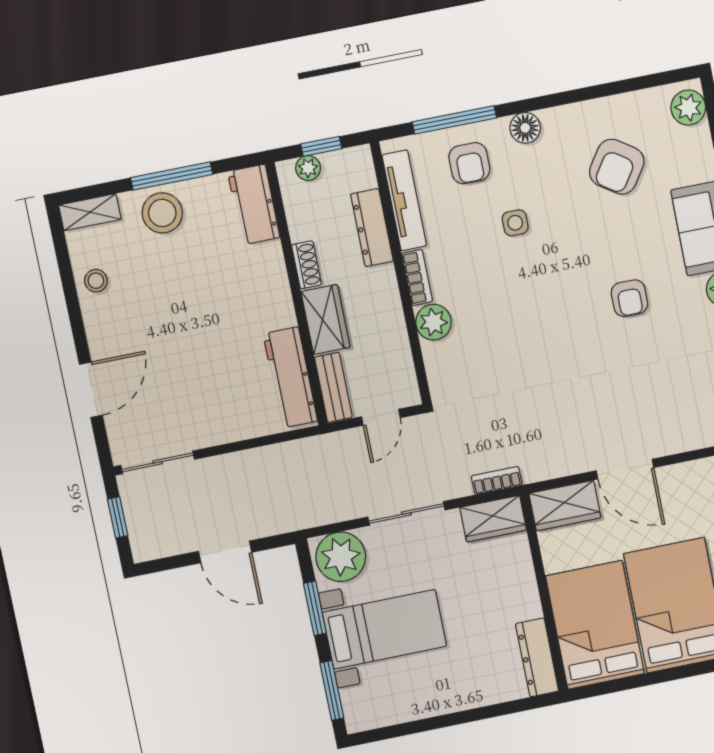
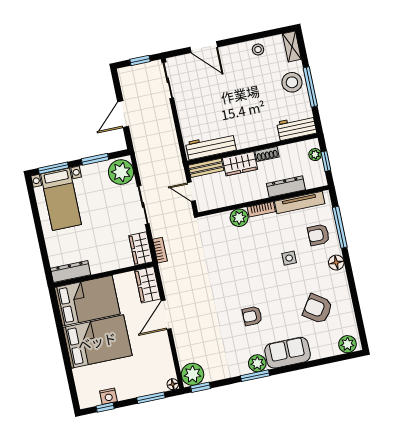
bed with nightstands: (384, 629) -> (61, 199), moved

